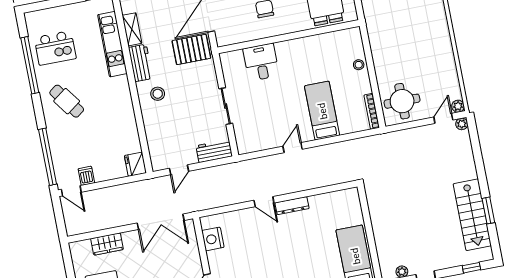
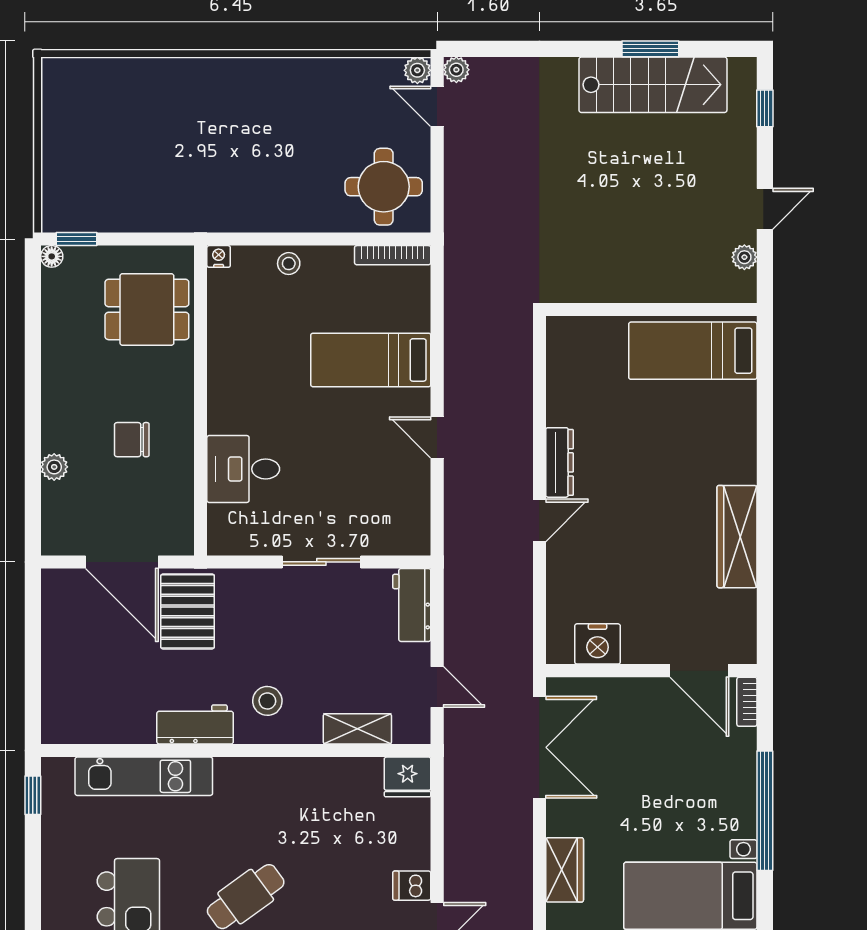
shelving: (132, 29) -> (357, 729), moved
nightstand: (356, 32) -> (219, 256), added

